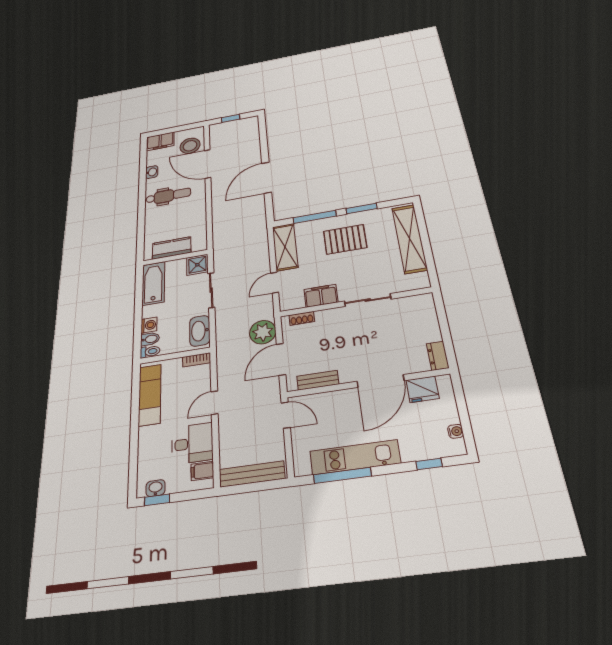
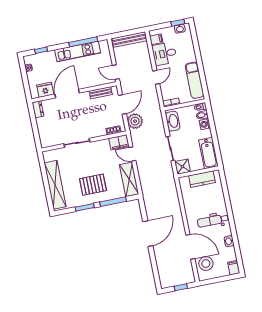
filing cabinet: (160, 141) -> (234, 268), width x0.50
door: (275, 283) -> (132, 154), swing flipped
filing cabinet: (321, 296) -> (119, 142), moved

